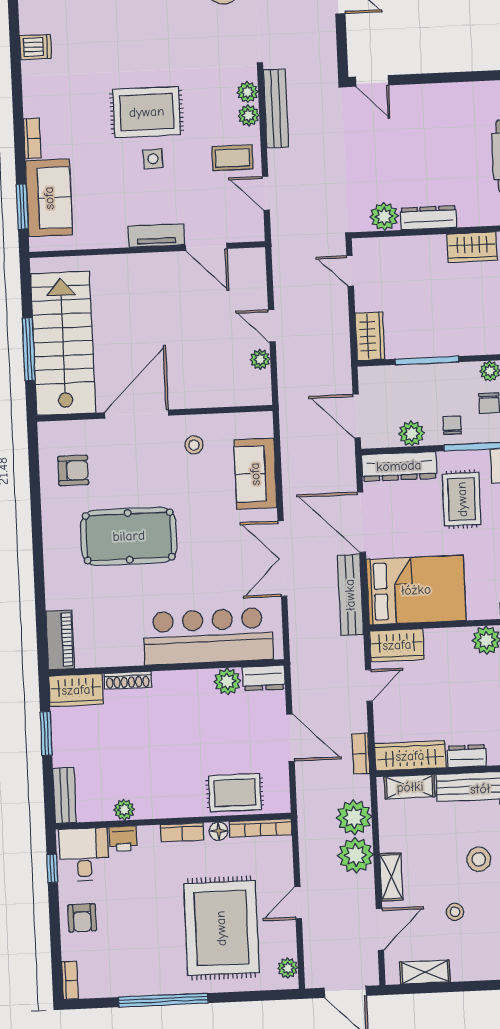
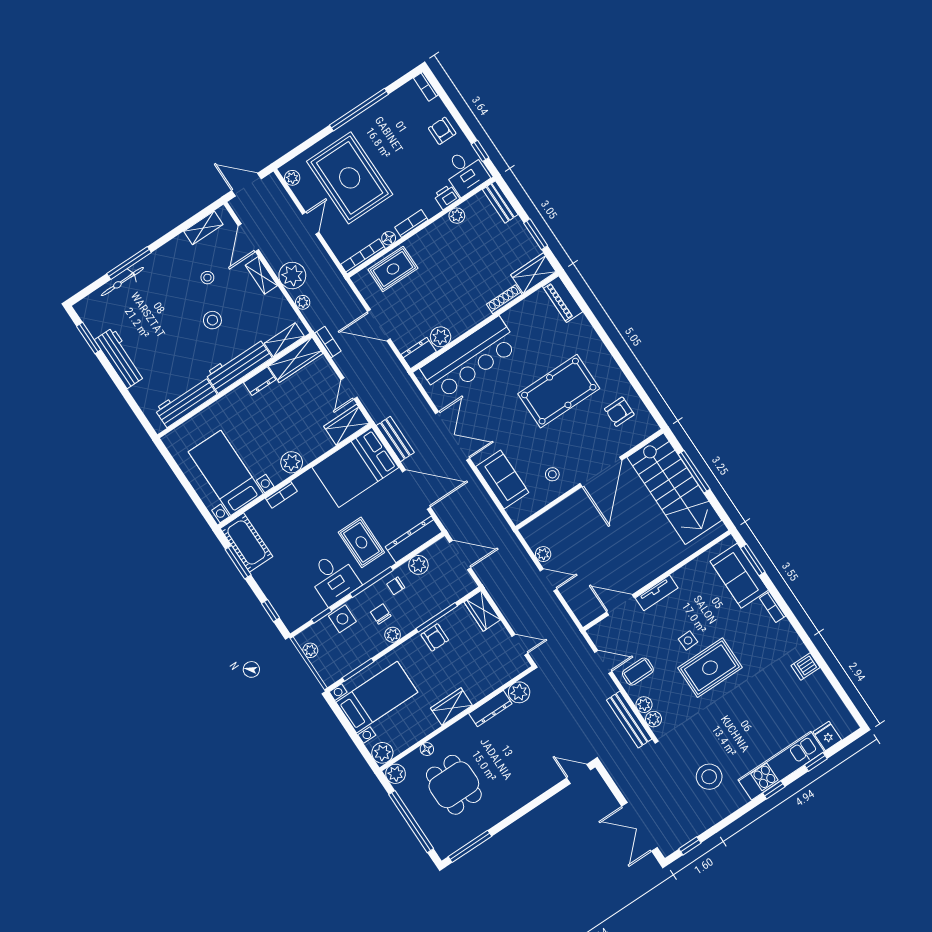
armchair: (443, 339) -> (435, 637), added
chair: (452, 425) -> (396, 586), turned 90
bench: (350, 595) -> (395, 439), width x0.73
plant: (354, 817) -> (303, 302), width x0.53, depth x0.53

